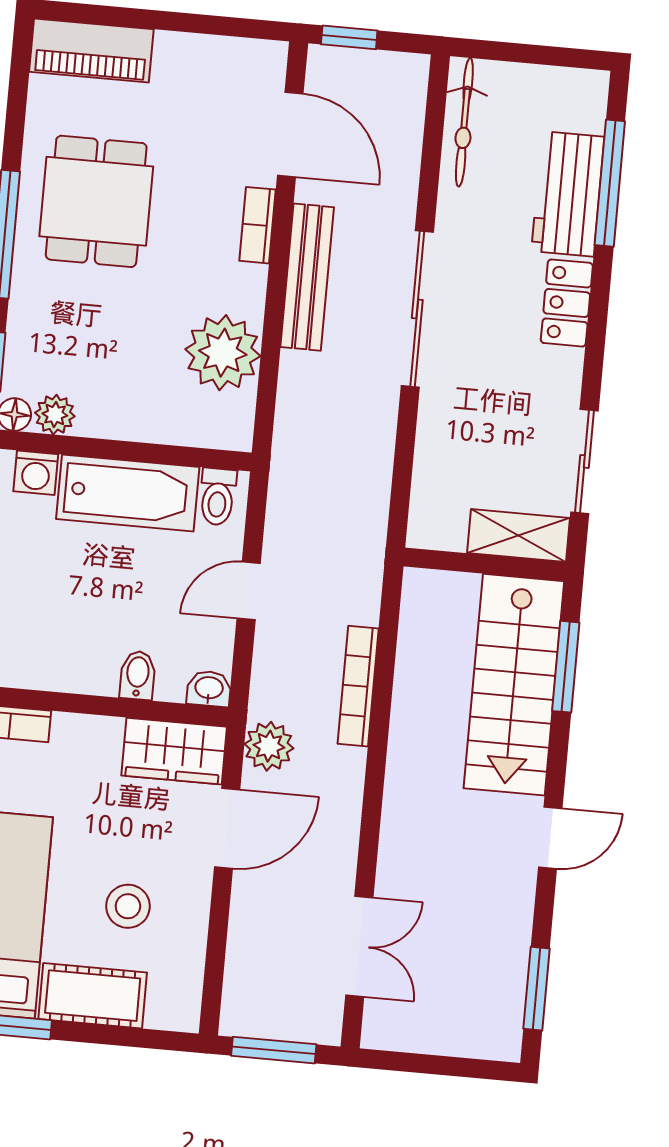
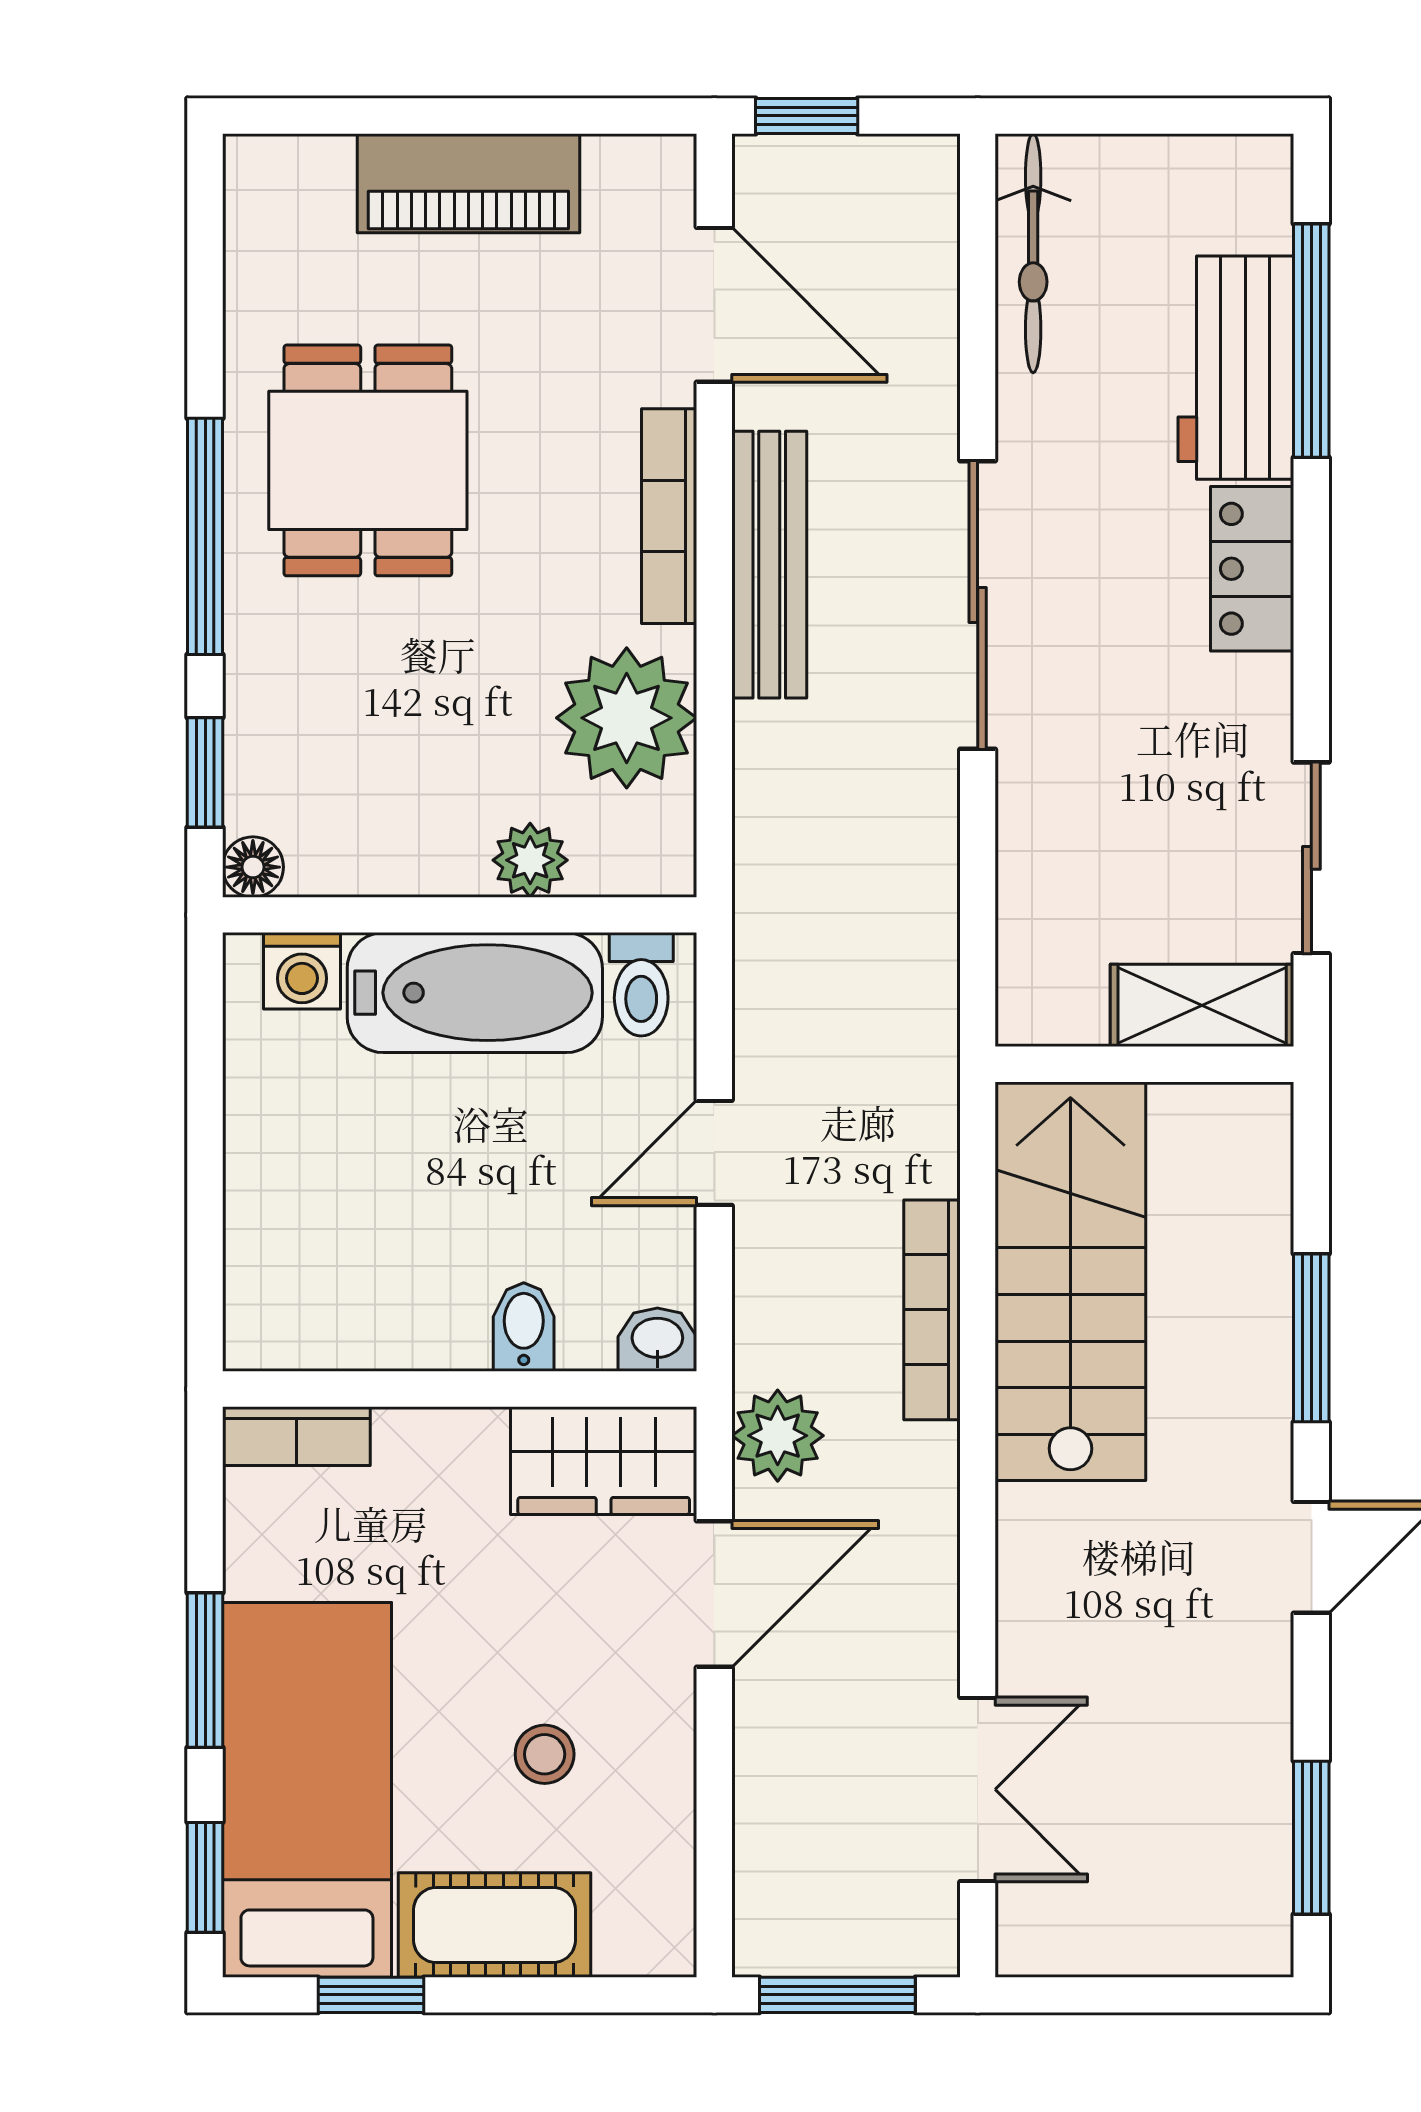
piano: (91, 50) -> (468, 183), moved
bookcase: (258, 225) -> (669, 516), width x1.56
plant: (55, 415) -> (530, 860), moved
window: (566, 667) -> (1311, 1338), moved
stairs: (514, 685) -> (1070, 1281), moved, turned 180
stool: (128, 906) -> (545, 1754), width x0.73, depth x0.73

